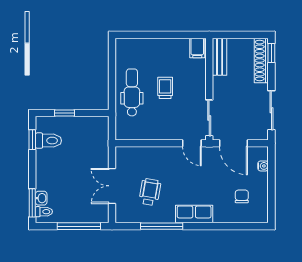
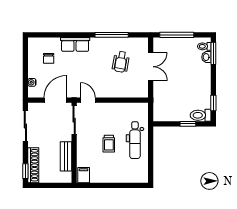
bench: (220, 57) -> (66, 156), moved
toilet: (48, 141) -> (201, 115), moved
door: (233, 143) -> (55, 100), hinge flipped
row of seats: (194, 214) -> (75, 44), moved

